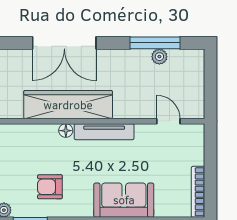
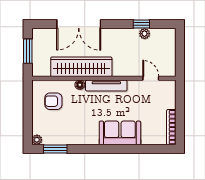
window: (155, 43) -> (141, 24), width x0.46
armchair: (50, 187) -> (53, 101), moved

